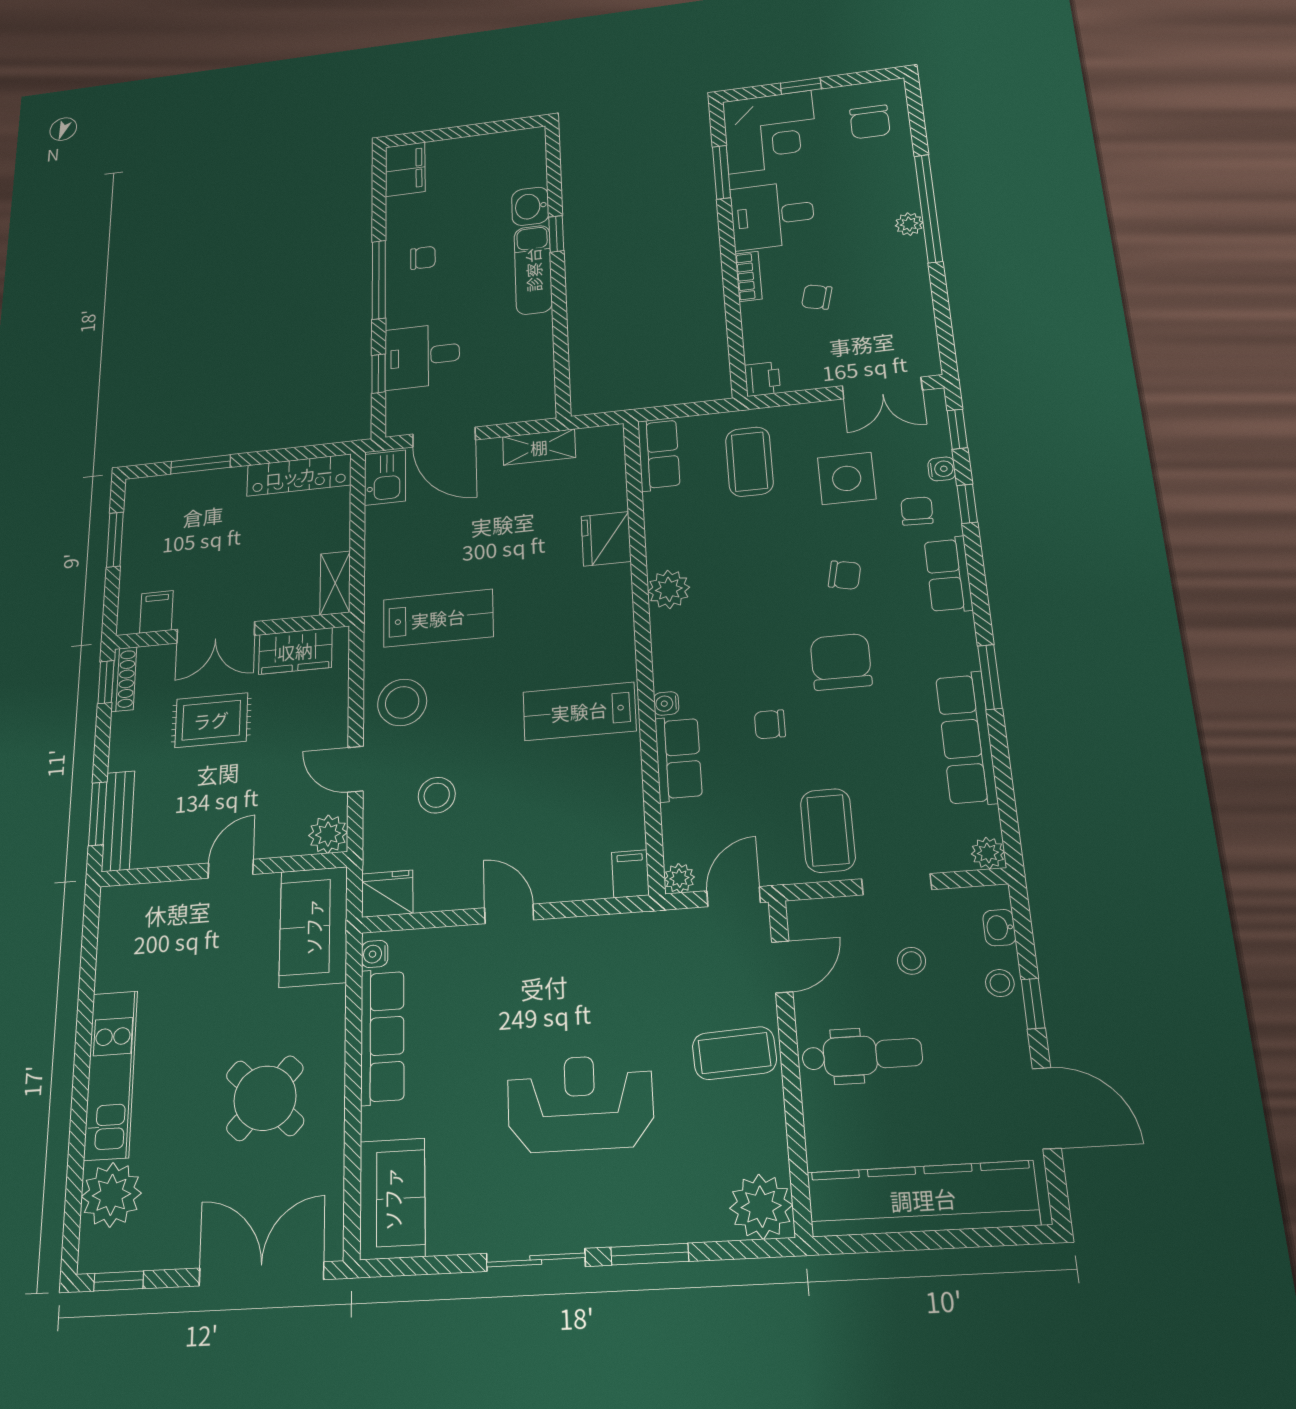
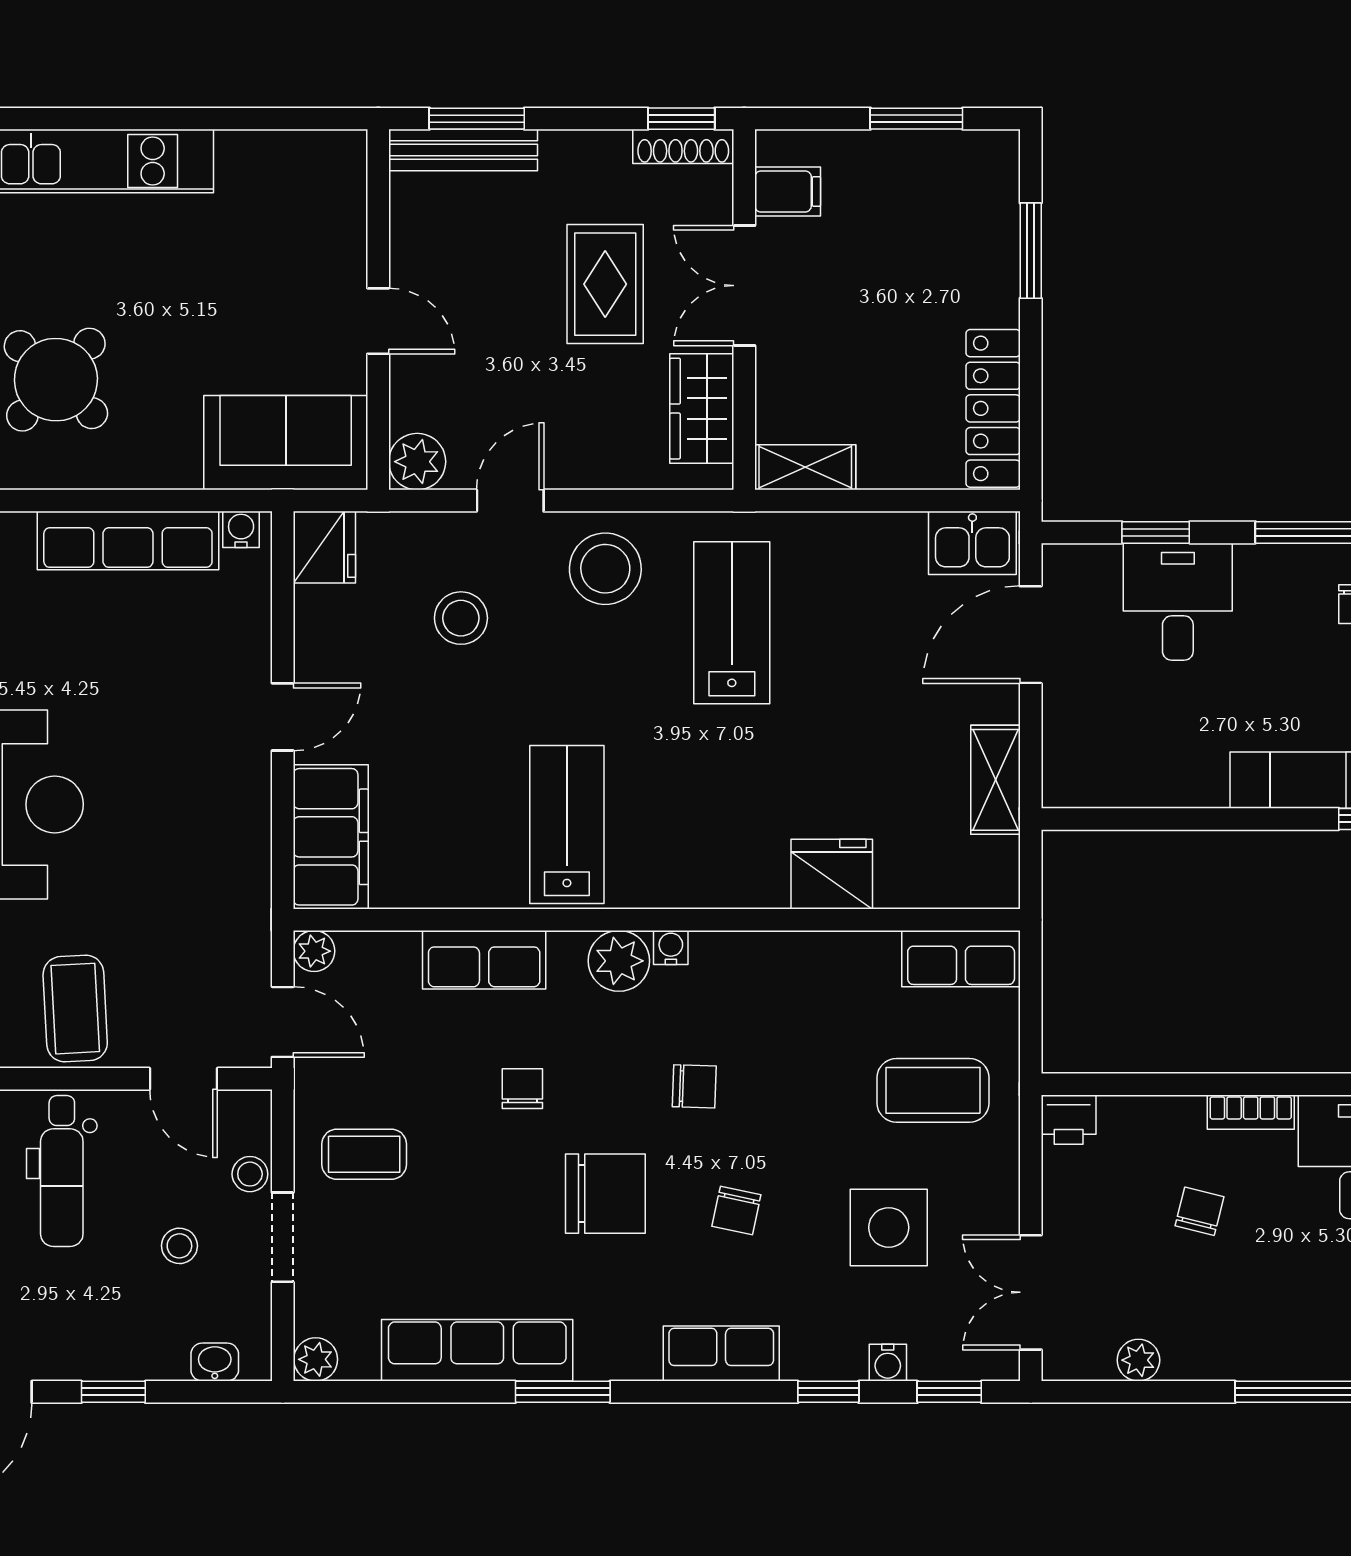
plant: (909, 224) -> (1138, 1360), moved
chair: (917, 511) -> (694, 1086), moved
plant: (669, 589) -> (619, 961), moved
lab bench: (438, 618) -> (732, 623), turned 180
water cooler: (666, 703) -> (671, 947), moved
coffee table: (828, 830) -> (364, 1154), width x0.73, depth x0.77
filing cabinet: (630, 874) -> (331, 837), width x3.00, depth x1.17
stool: (1000, 983) -> (250, 1174), moved

